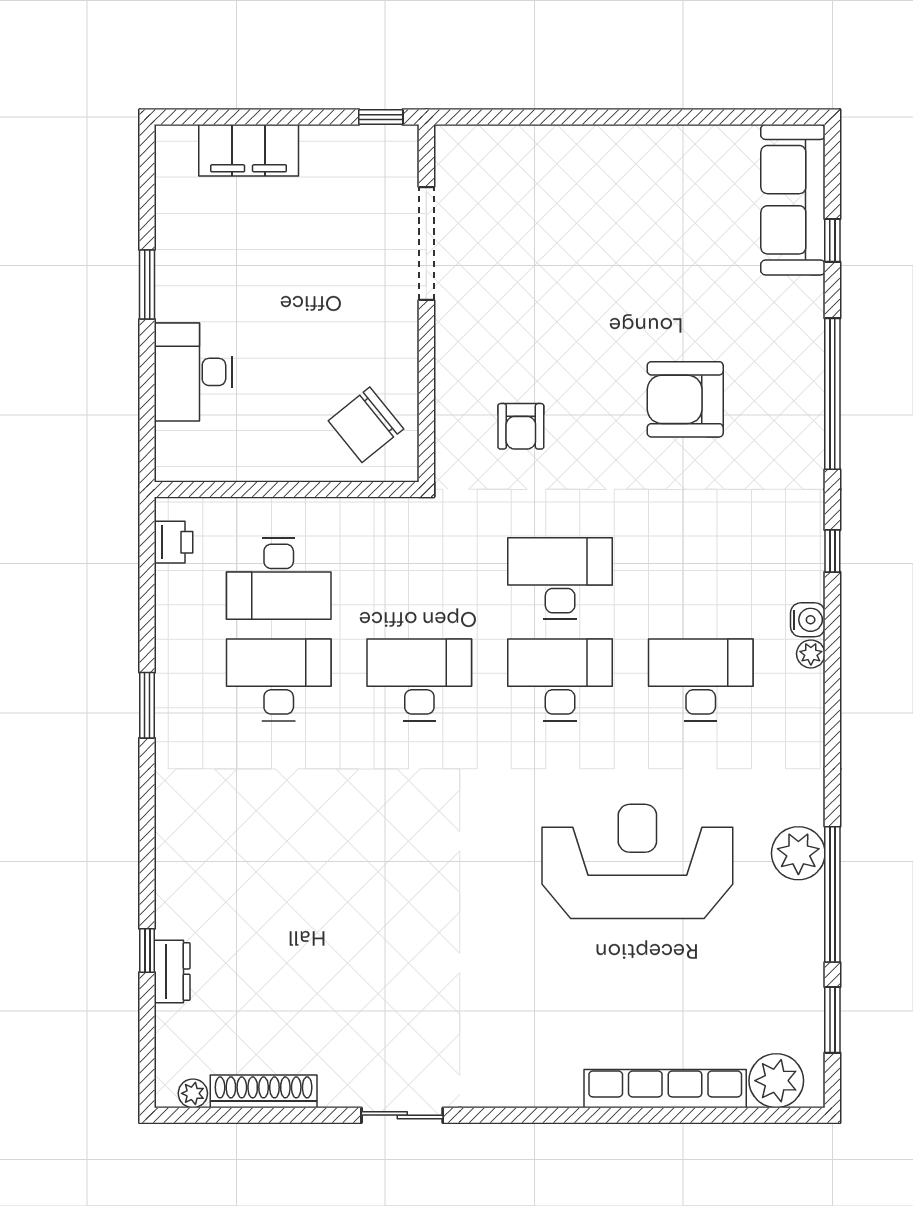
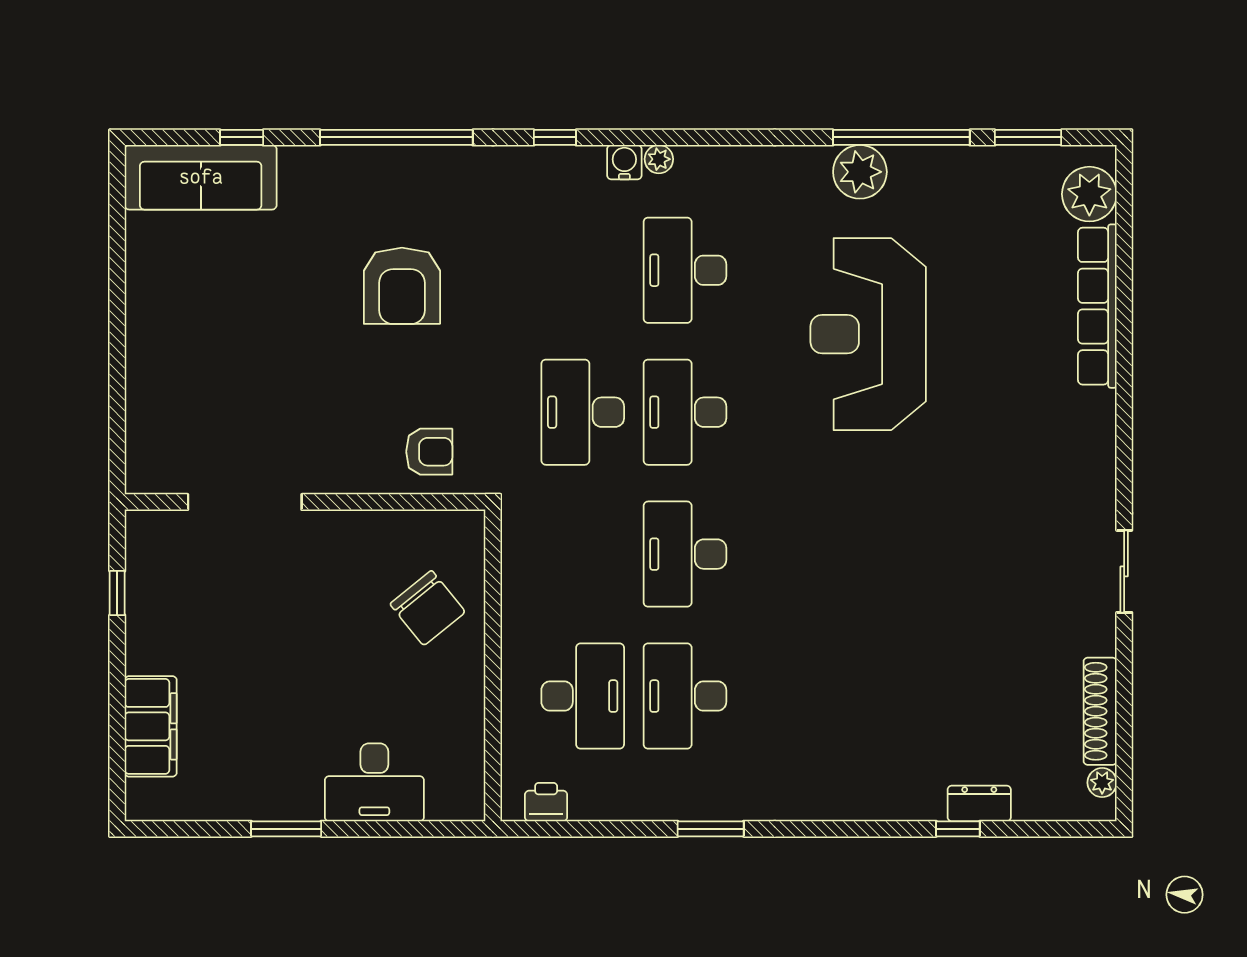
doorway: (426, 243) -> (245, 502), moved
wall: (426, 303) -> (305, 502), moved

